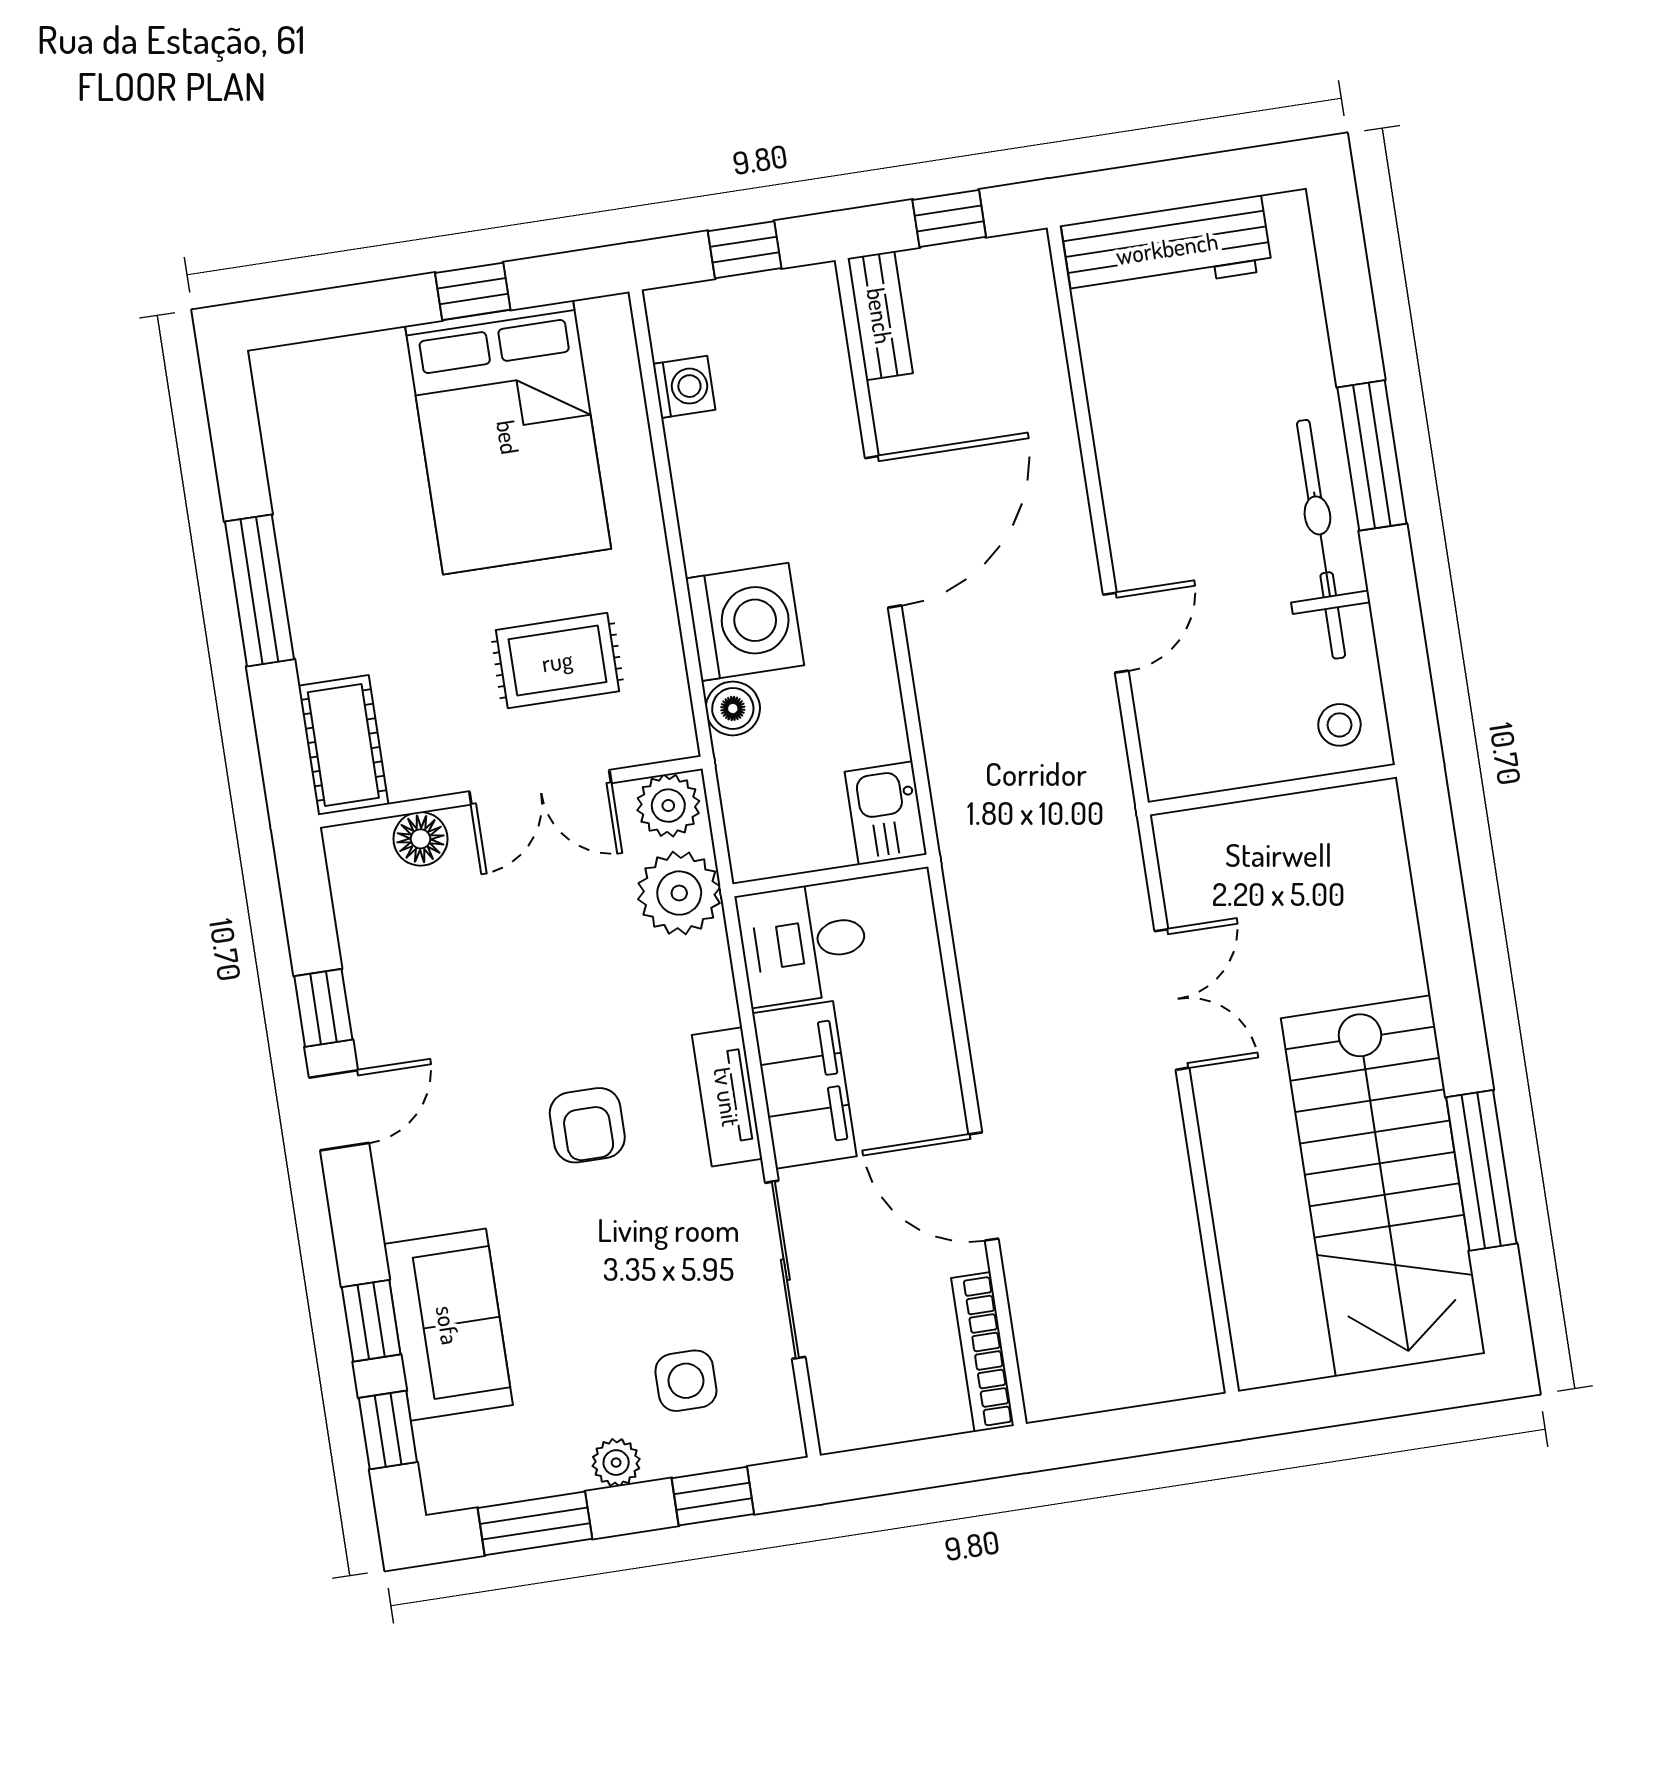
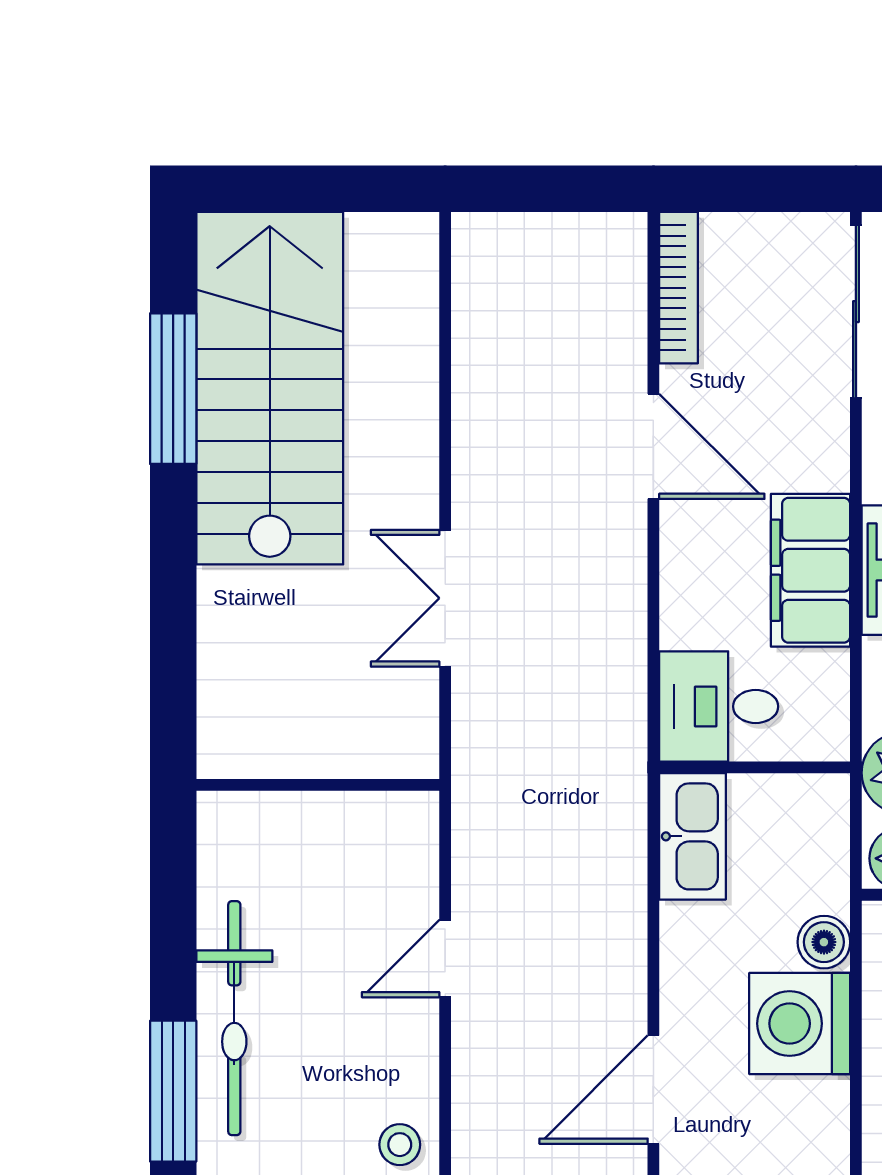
door: (883, 532) -> (653, 1090), width x0.73
stool: (1339, 725) -> (400, 1145), moved
kitchen sink: (886, 813) -> (693, 836), width x1.38
desk: (803, 943) -> (719, 706), moved, turned 180
sliding door: (785, 1270) -> (856, 312), moved

